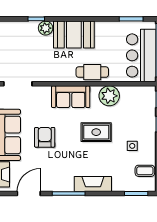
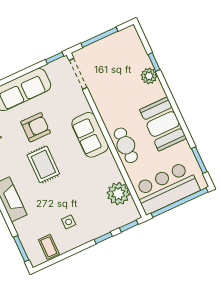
booth: (74, 35) -> (163, 124), moved
plant: (109, 96) -> (118, 194), moved
rug: (96, 132) -> (43, 164), moved

